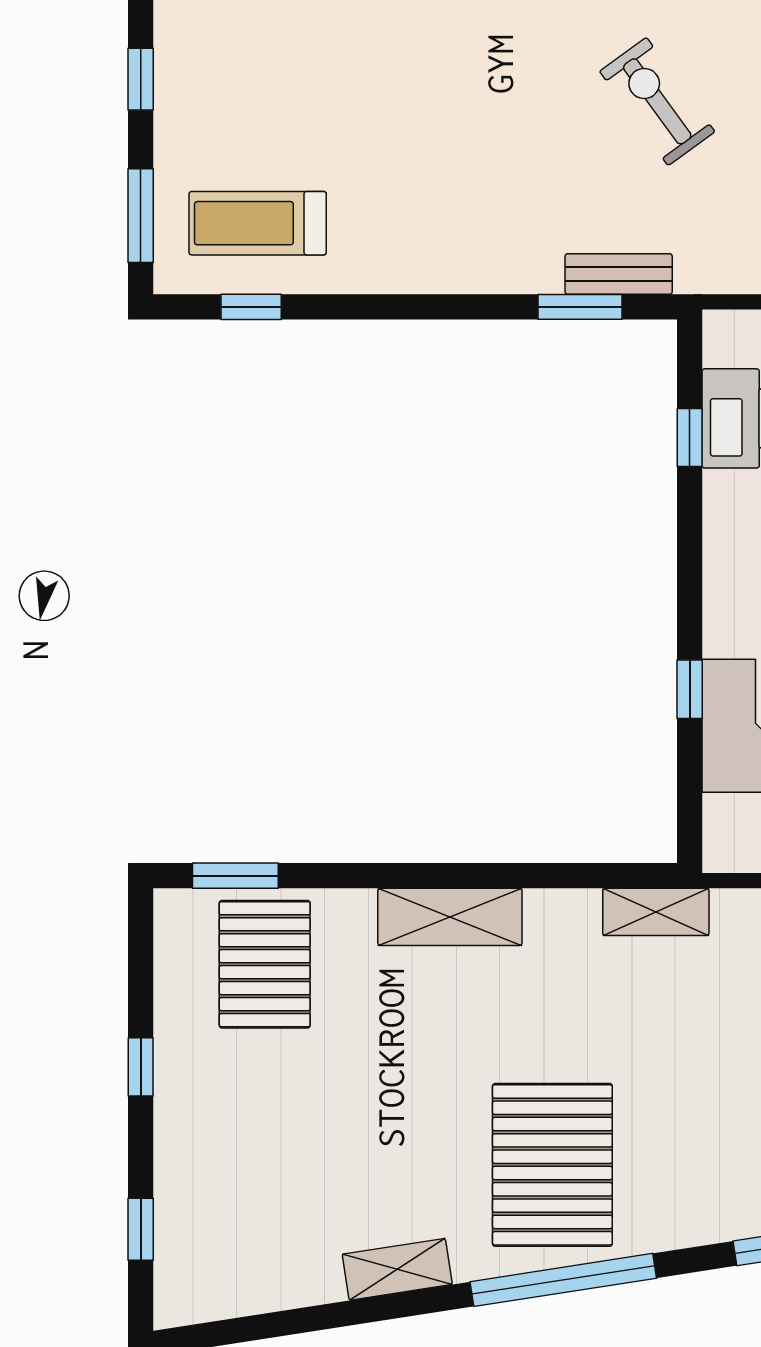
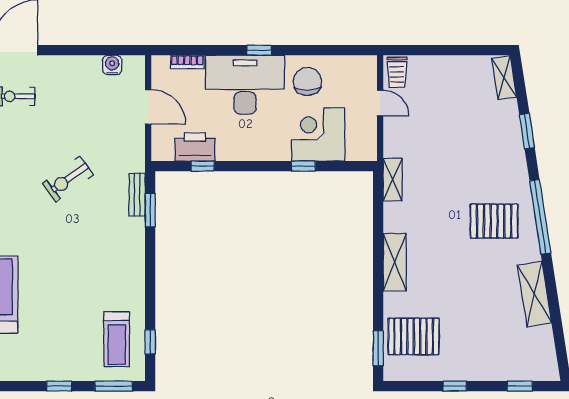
pallet: (552, 1165) -> (494, 221), width x0.73, depth x0.71
shelving: (397, 1269) -> (534, 294), width x1.50, depth x1.33

